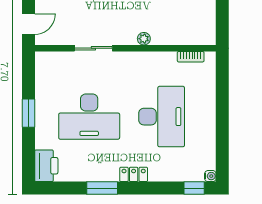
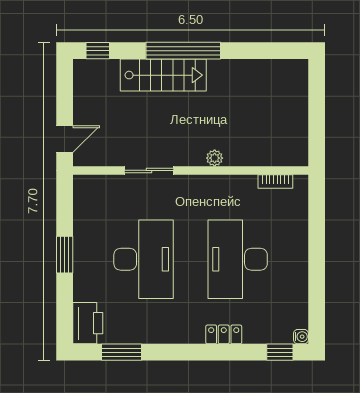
desk: (89, 117) -> (143, 259), turned -90
desk: (162, 117) -> (238, 259), turned 180
locker: (134, 174) -> (224, 334), moved
window: (102, 188) -> (122, 352), moved

